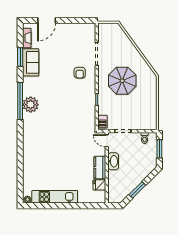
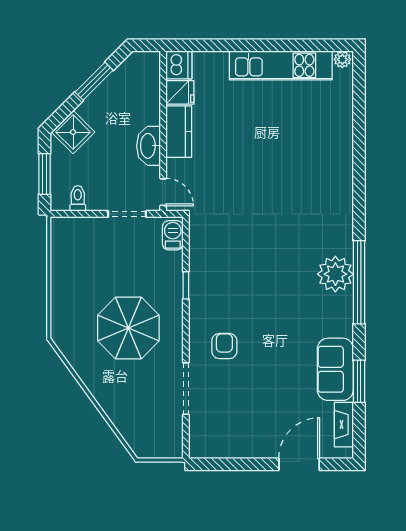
shower: (147, 167) -> (73, 132), added
dishwasher: (100, 197) -> (179, 65), added

